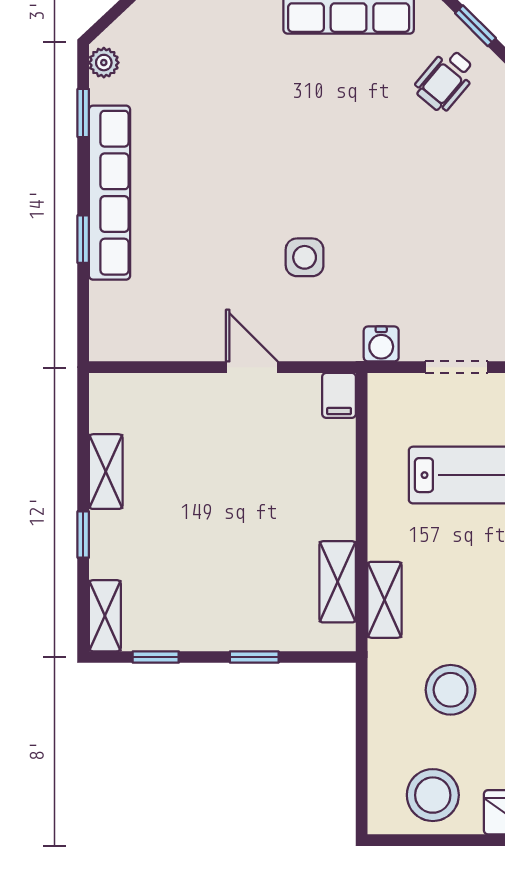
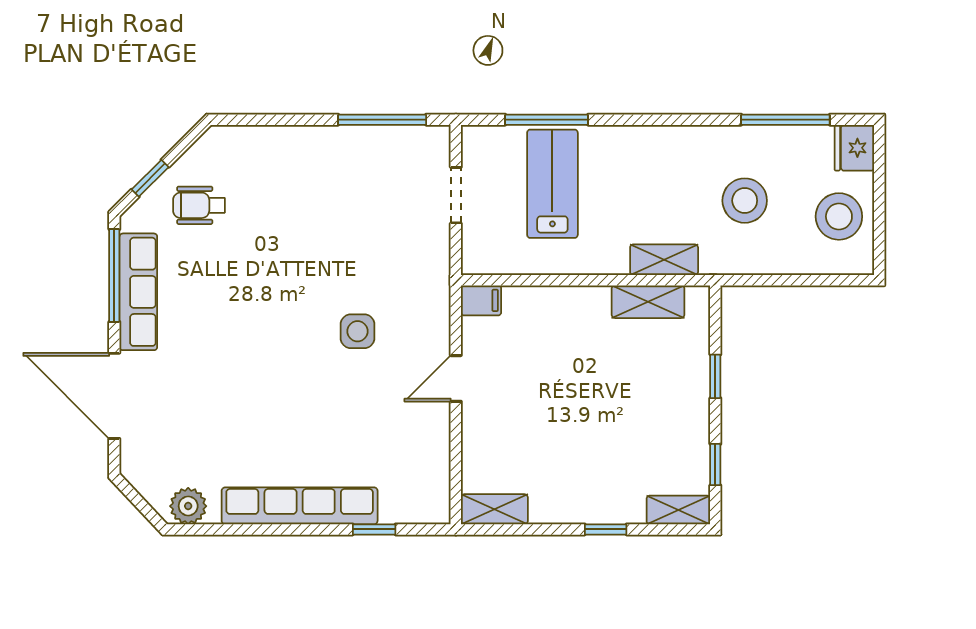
plant: (104, 63) -> (188, 506), width x1.38, depth x1.38
wheelchair: (445, 80) -> (199, 205), turned 140
window: (83, 113) -> (228, 529), removed
window: (83, 239) -> (374, 529), moved
water cooler: (381, 344) -> (435, 263), removed
shelving: (106, 472) -> (494, 509), moved

